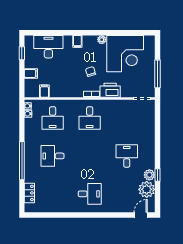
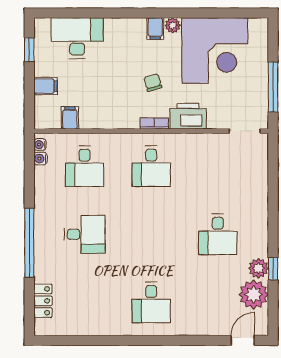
filing cabinet: (77, 41) -> (155, 29), moved
desk: (53, 156) -> (85, 234), turned 180
desk: (127, 156) -> (218, 234), turned 180
desk: (90, 194) -> (151, 302), turned 90

